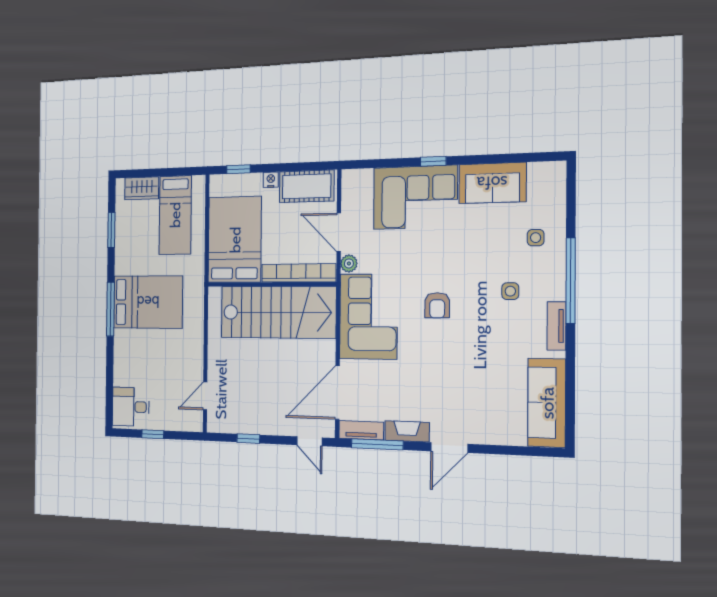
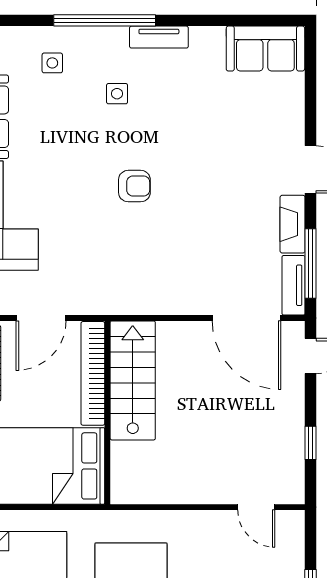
plant: (349, 263) -> (81, 304), removed
stairs: (278, 312) -> (133, 380), width x0.73, depth x0.66
corner sofa: (368, 317) -> (149, 277), removed
sofa: (547, 403) -> (265, 49), width x0.73

